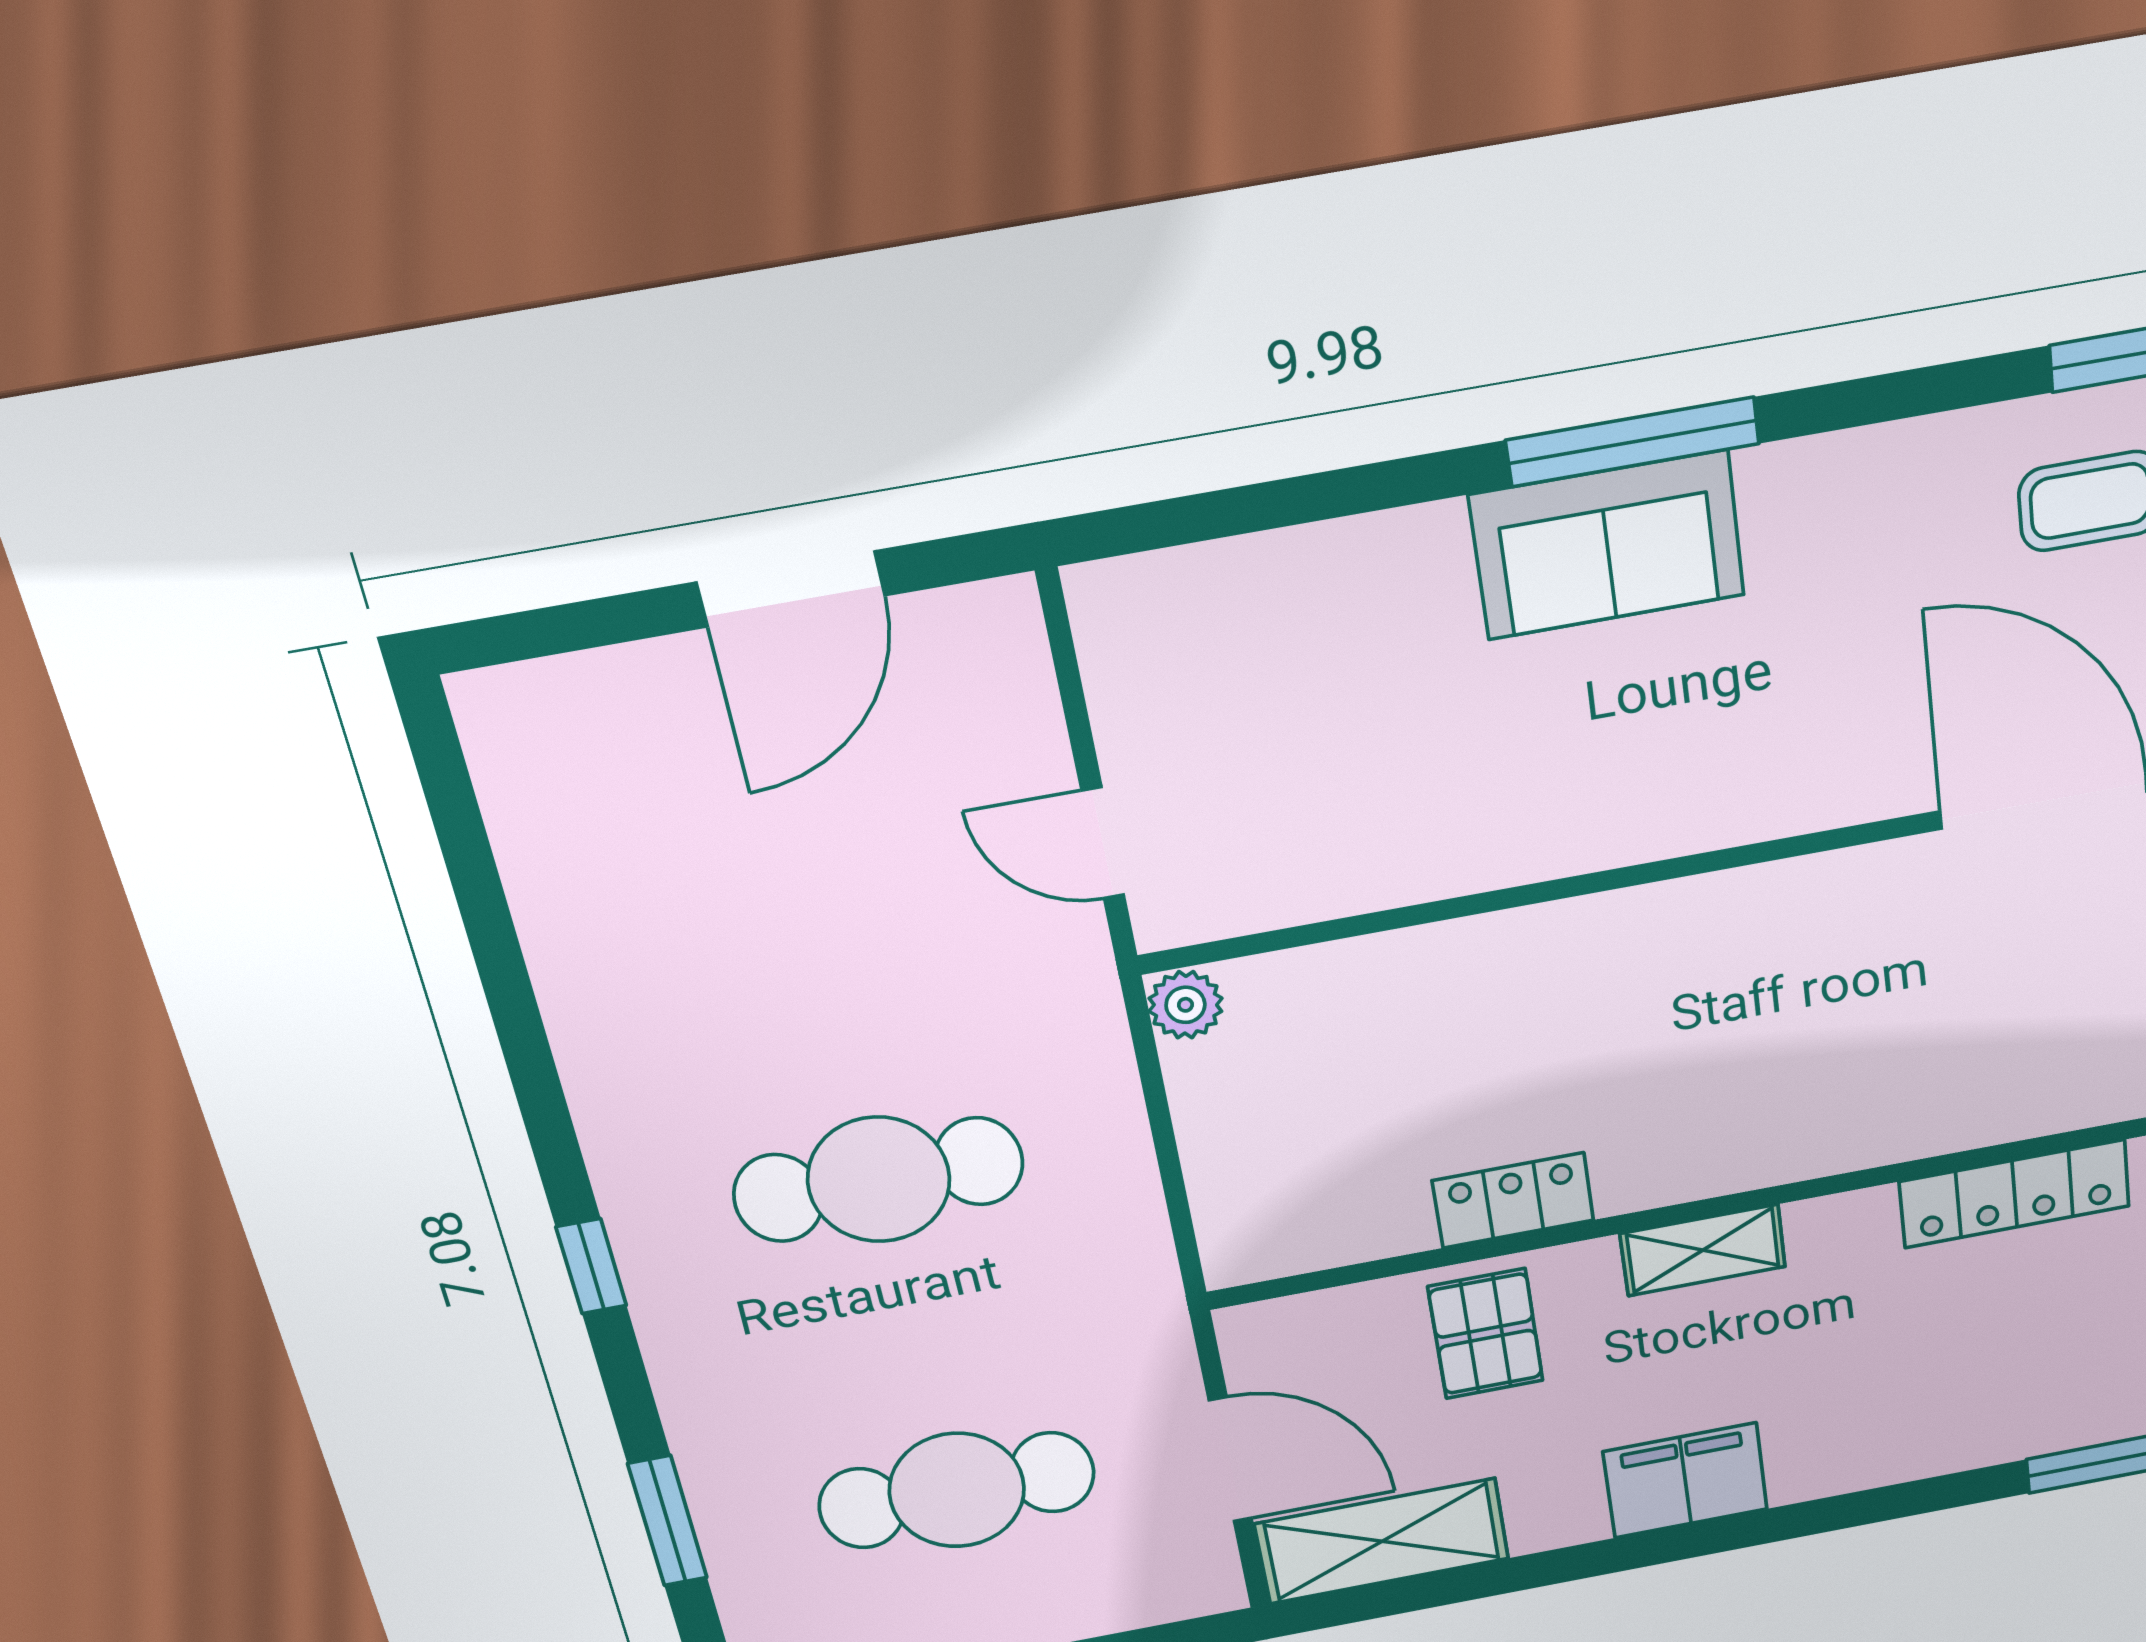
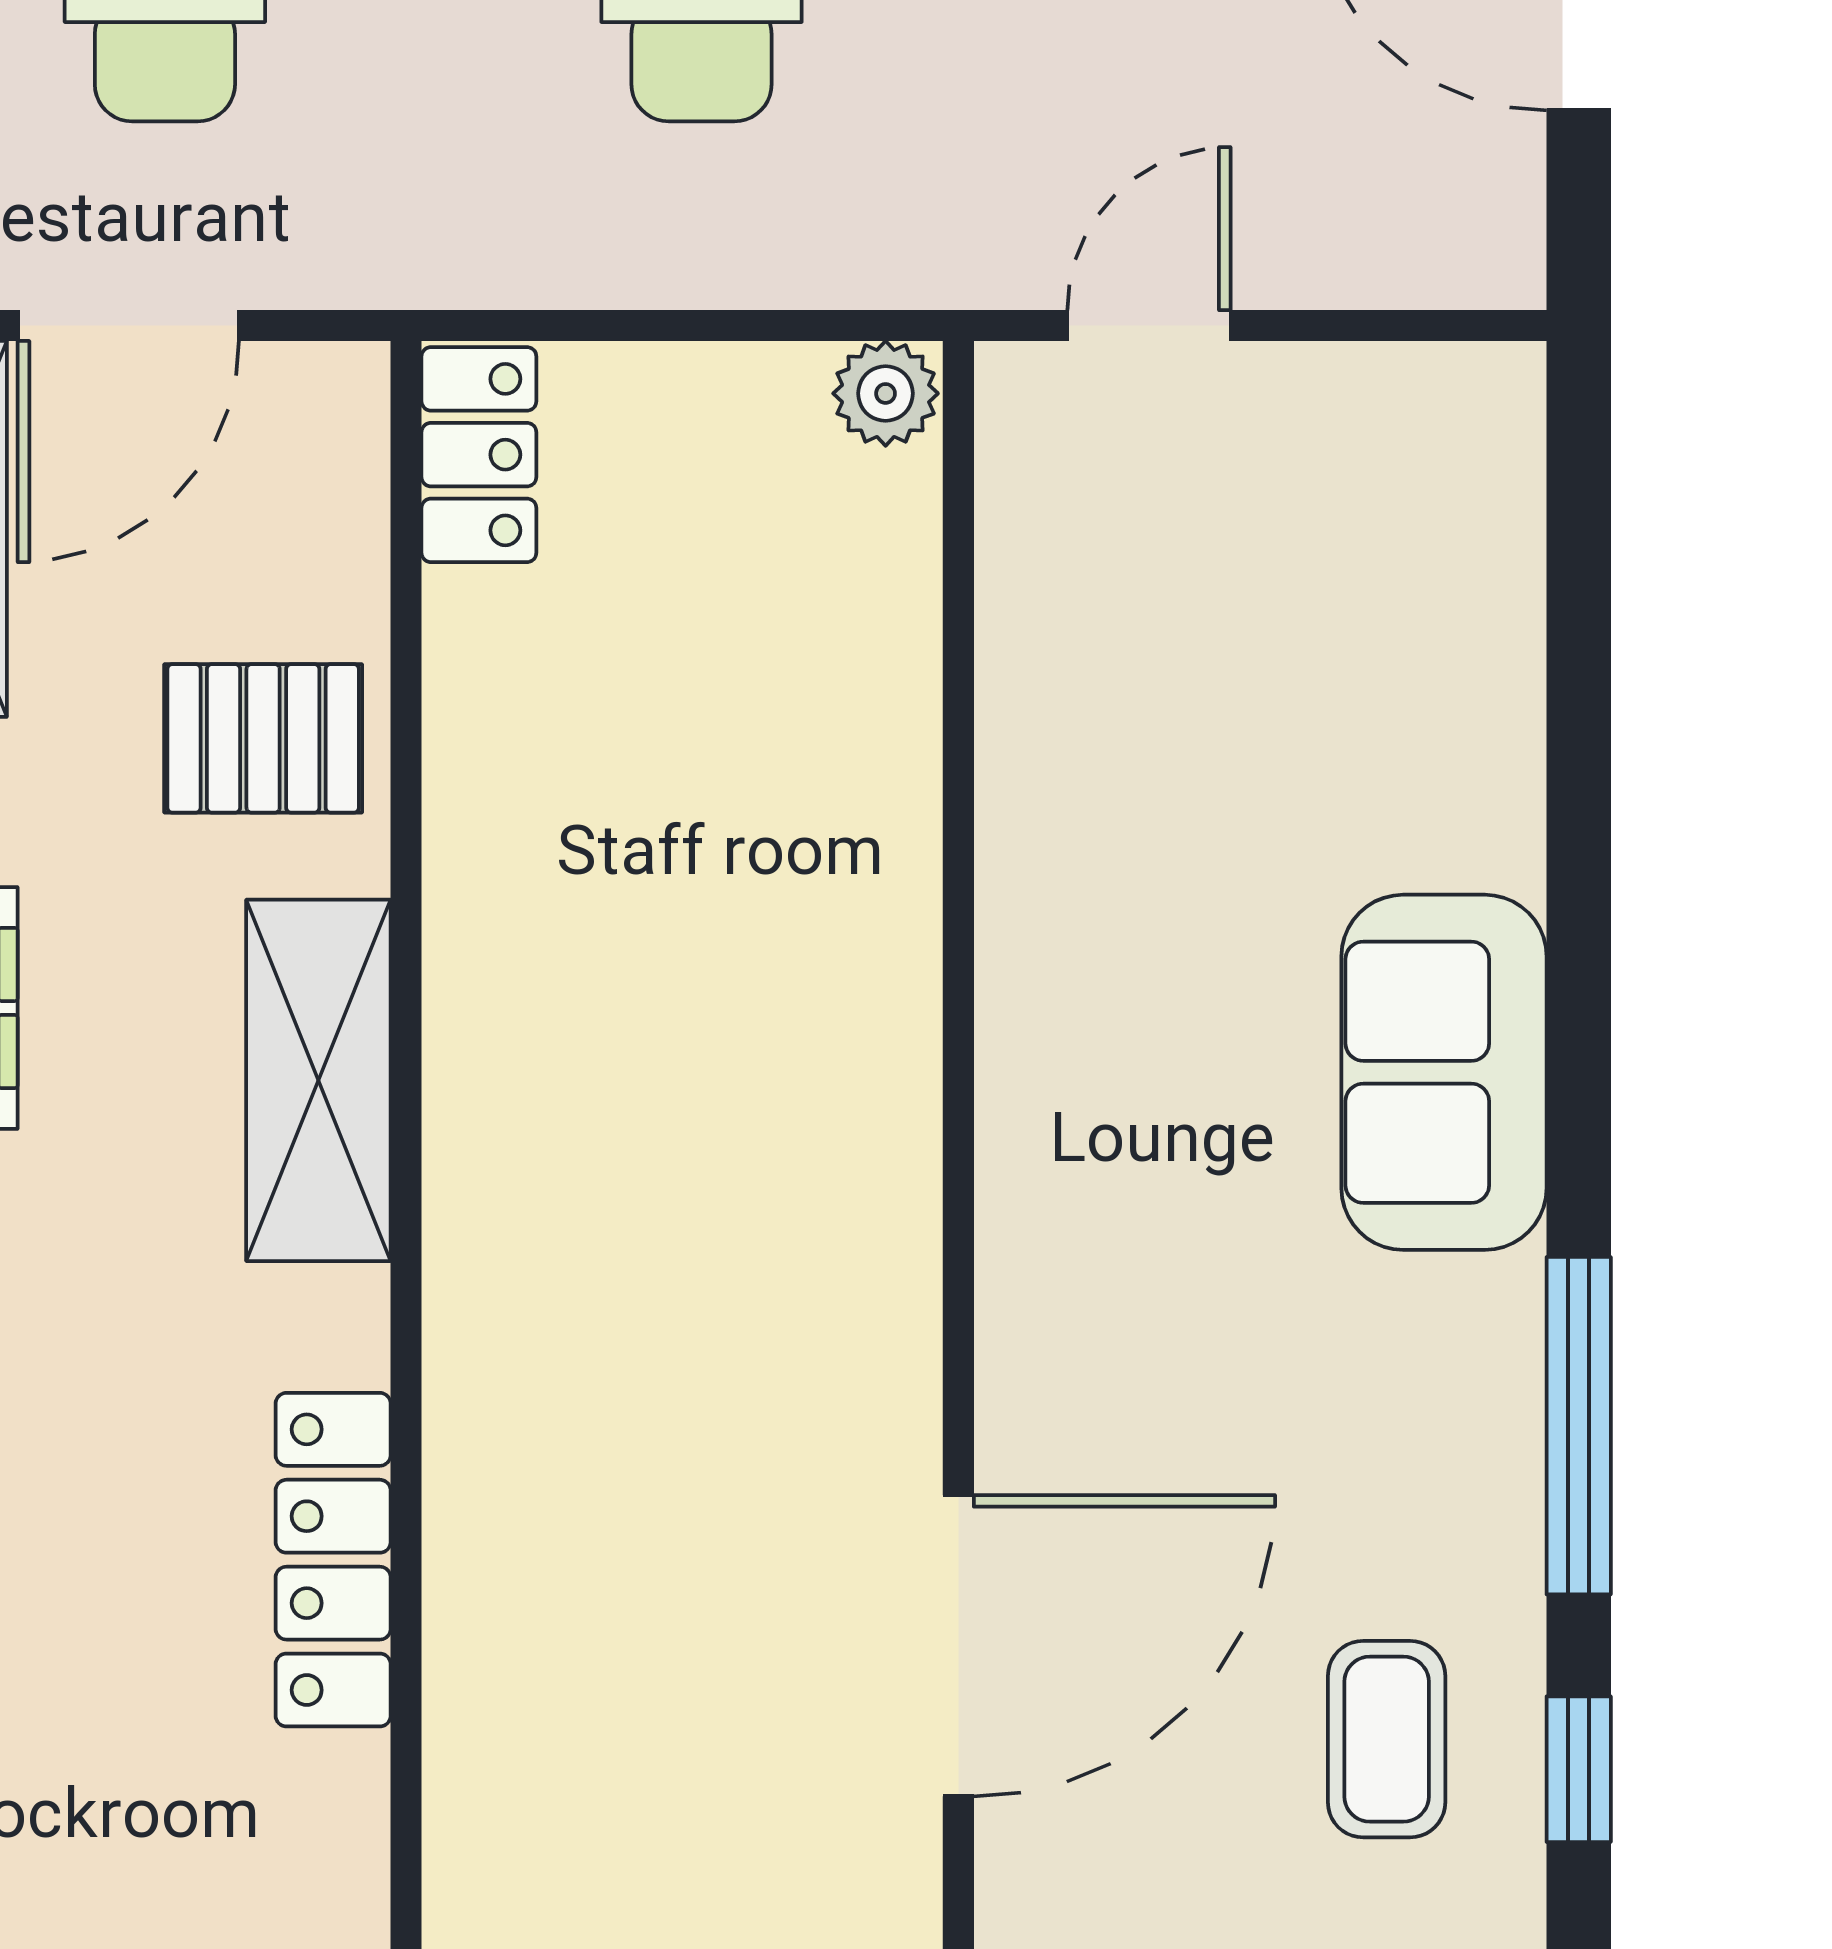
window: (1633, 442) -> (1579, 1426), moved
locker: (1513, 1200) -> (479, 455), moved
shelving: (1703, 1250) -> (318, 1080), width x1.50, depth x1.33

